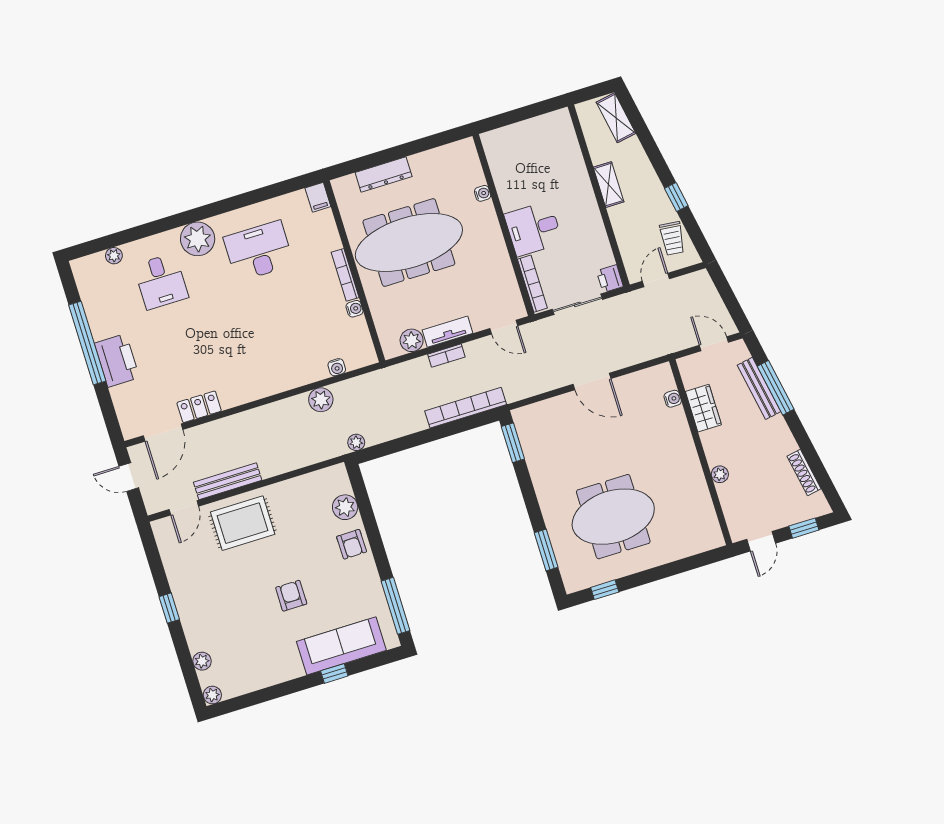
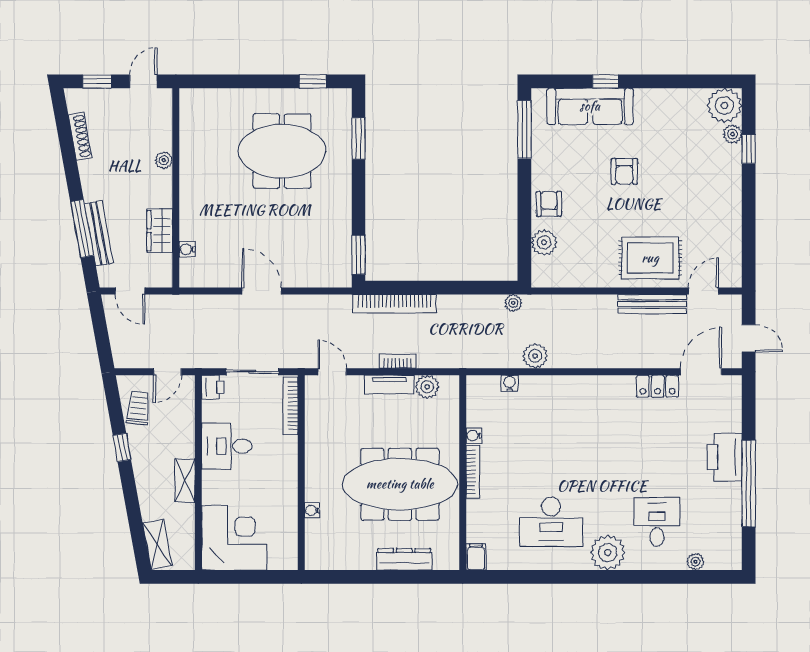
corner desk: (547, 146) -> (234, 538), added
desk: (533, 229) -> (227, 446), moved, turned 180
window: (169, 608) -> (749, 149), moved
plant: (212, 695) -> (725, 105), width x1.88, depth x1.88

